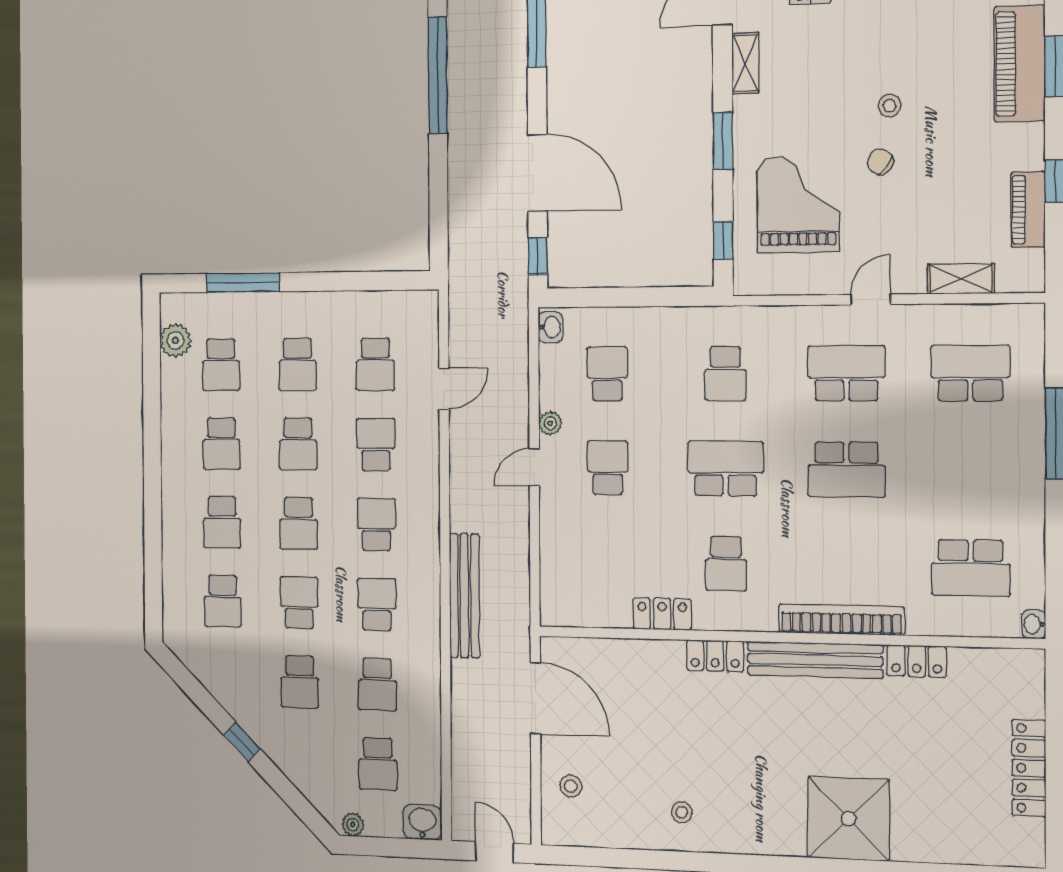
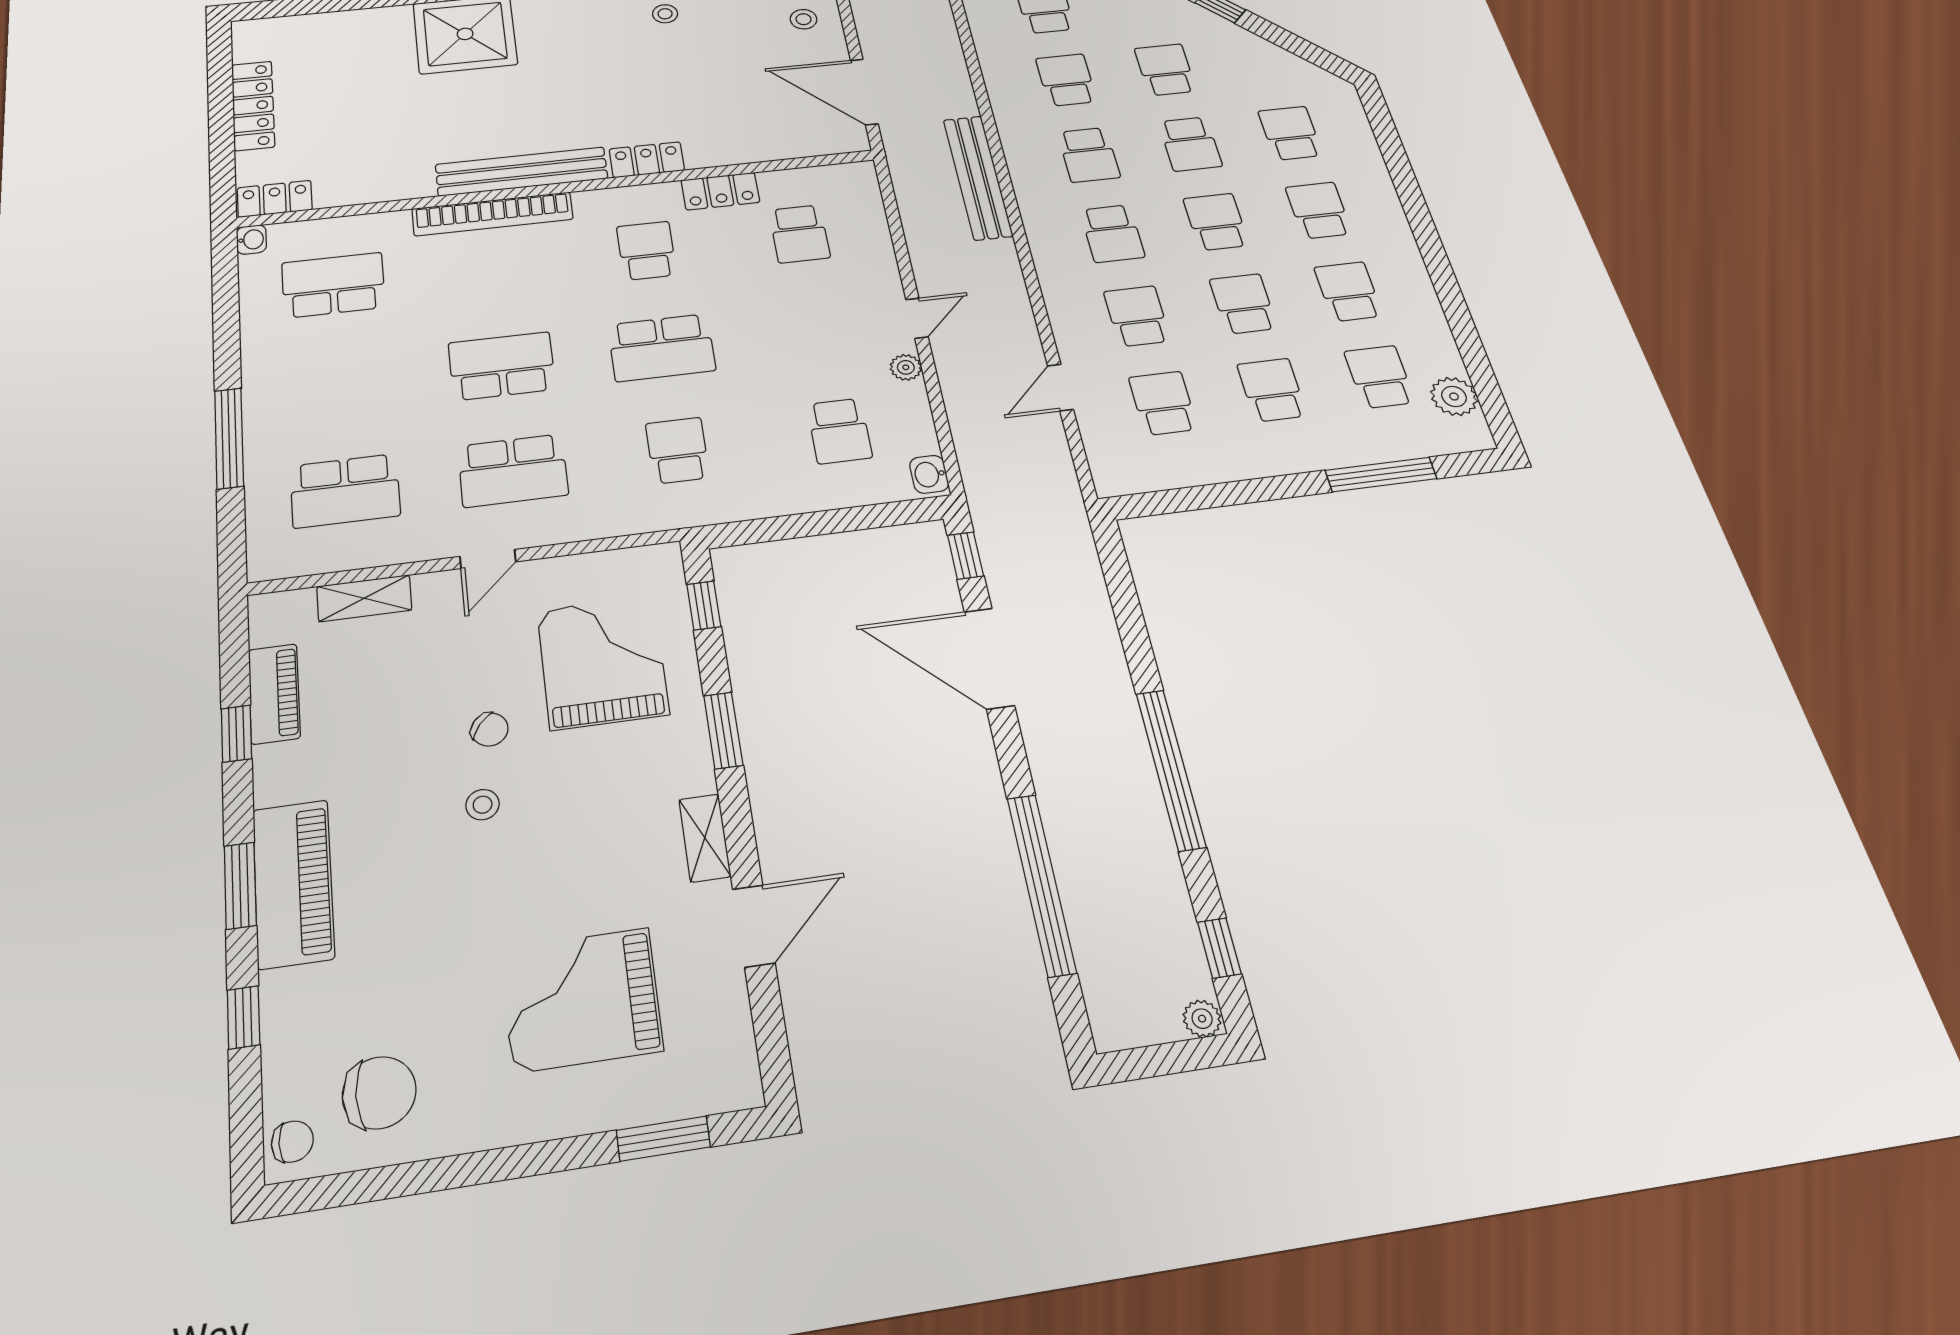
grand piano: (798, 204) -> (603, 662), turned 180
school desk: (376, 444) -> (1137, 316), turned 180
school desk: (608, 468) -> (799, 234), moved
locker: (917, 661) -> (275, 199), moved

